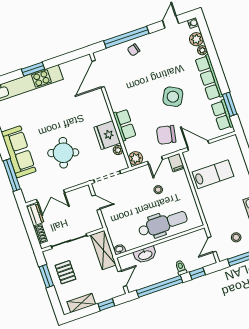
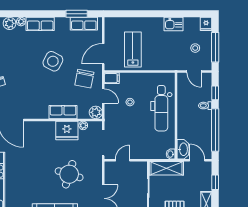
row of seats: (209, 78) -> (40, 24), width x0.68
dental chair: (163, 224) -> (161, 108), turned 180
washbasin: (145, 255) -> (183, 149), moved

